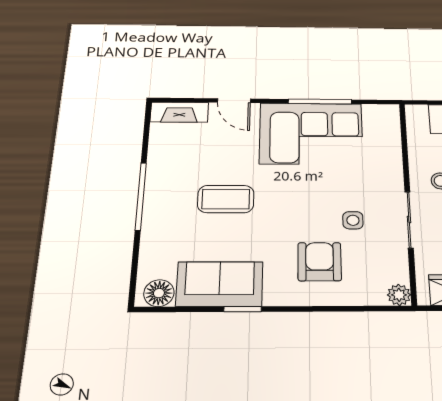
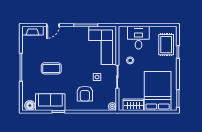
door: (234, 101) -> (53, 25), hinge flipped
corner sofa: (311, 133) -> (103, 45), moved, turned 90
armchair: (320, 262) -> (85, 94), turned 180

